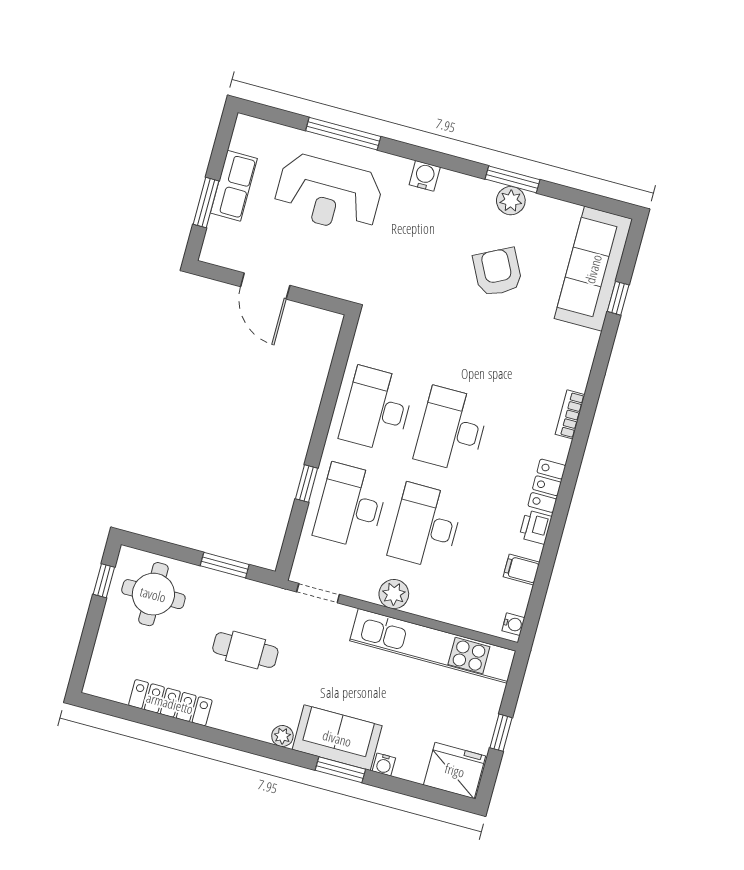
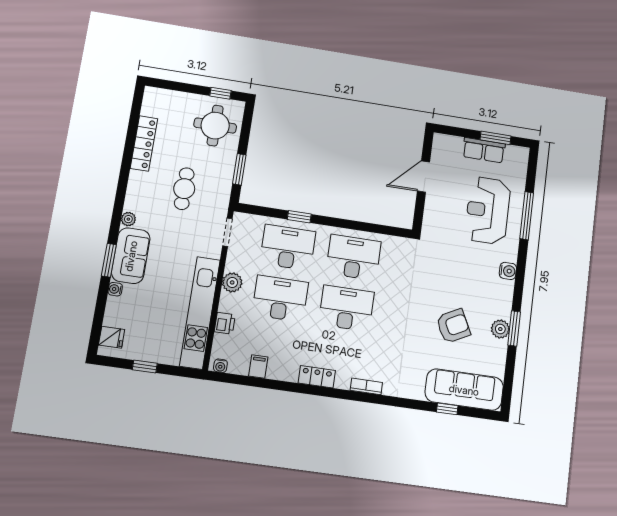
window: (206, 203) -> (496, 138), moved
printer: (535, 527) -> (225, 323), moved, turned 90
fridge: (455, 770) -> (112, 337), width x0.53, depth x0.75

